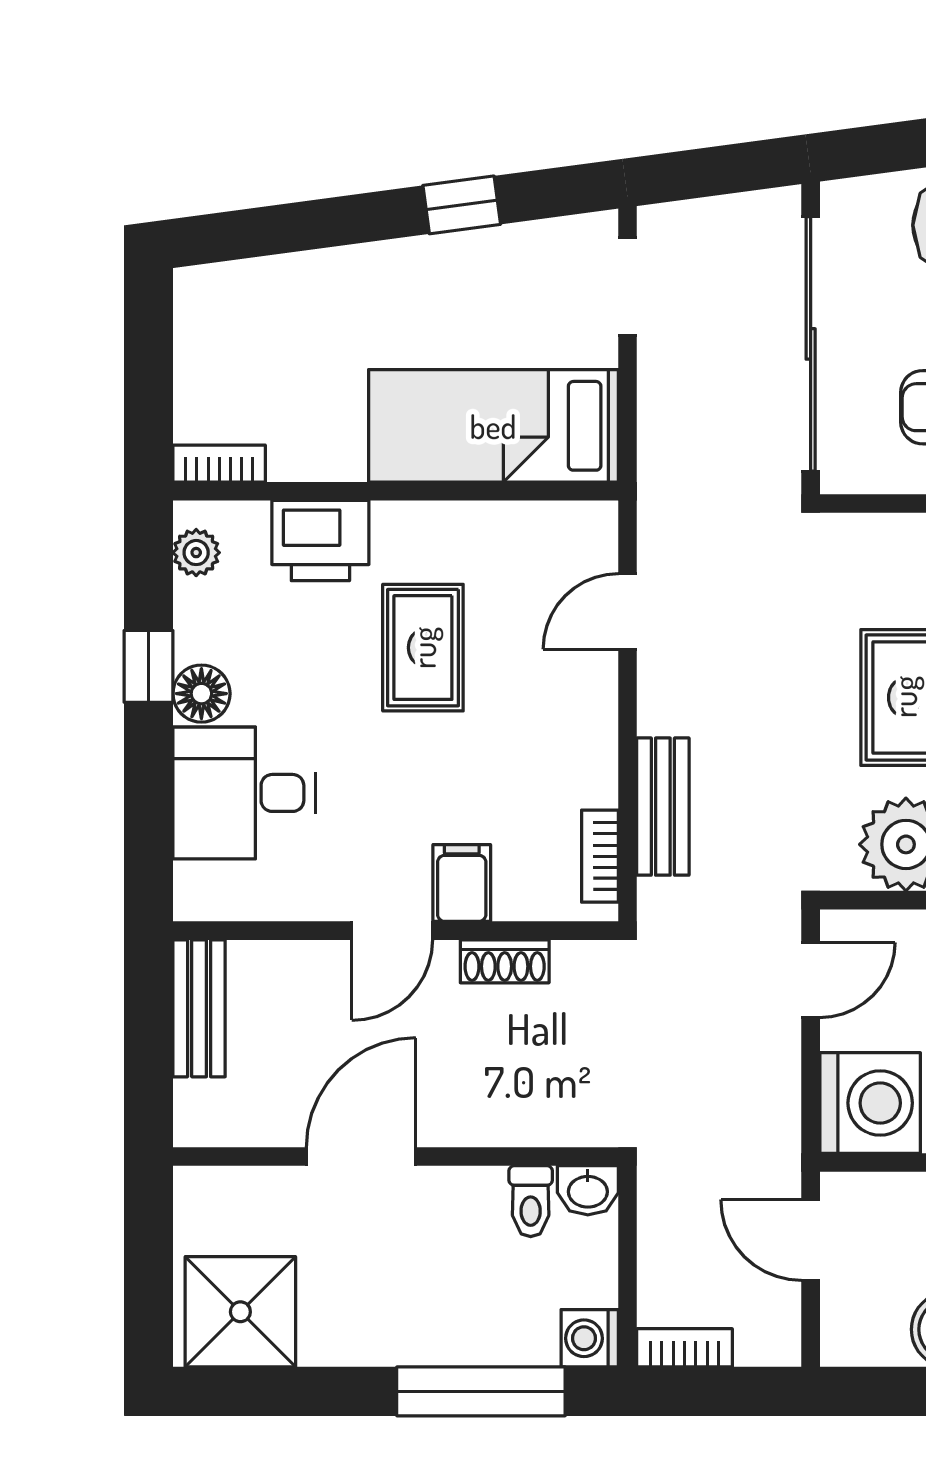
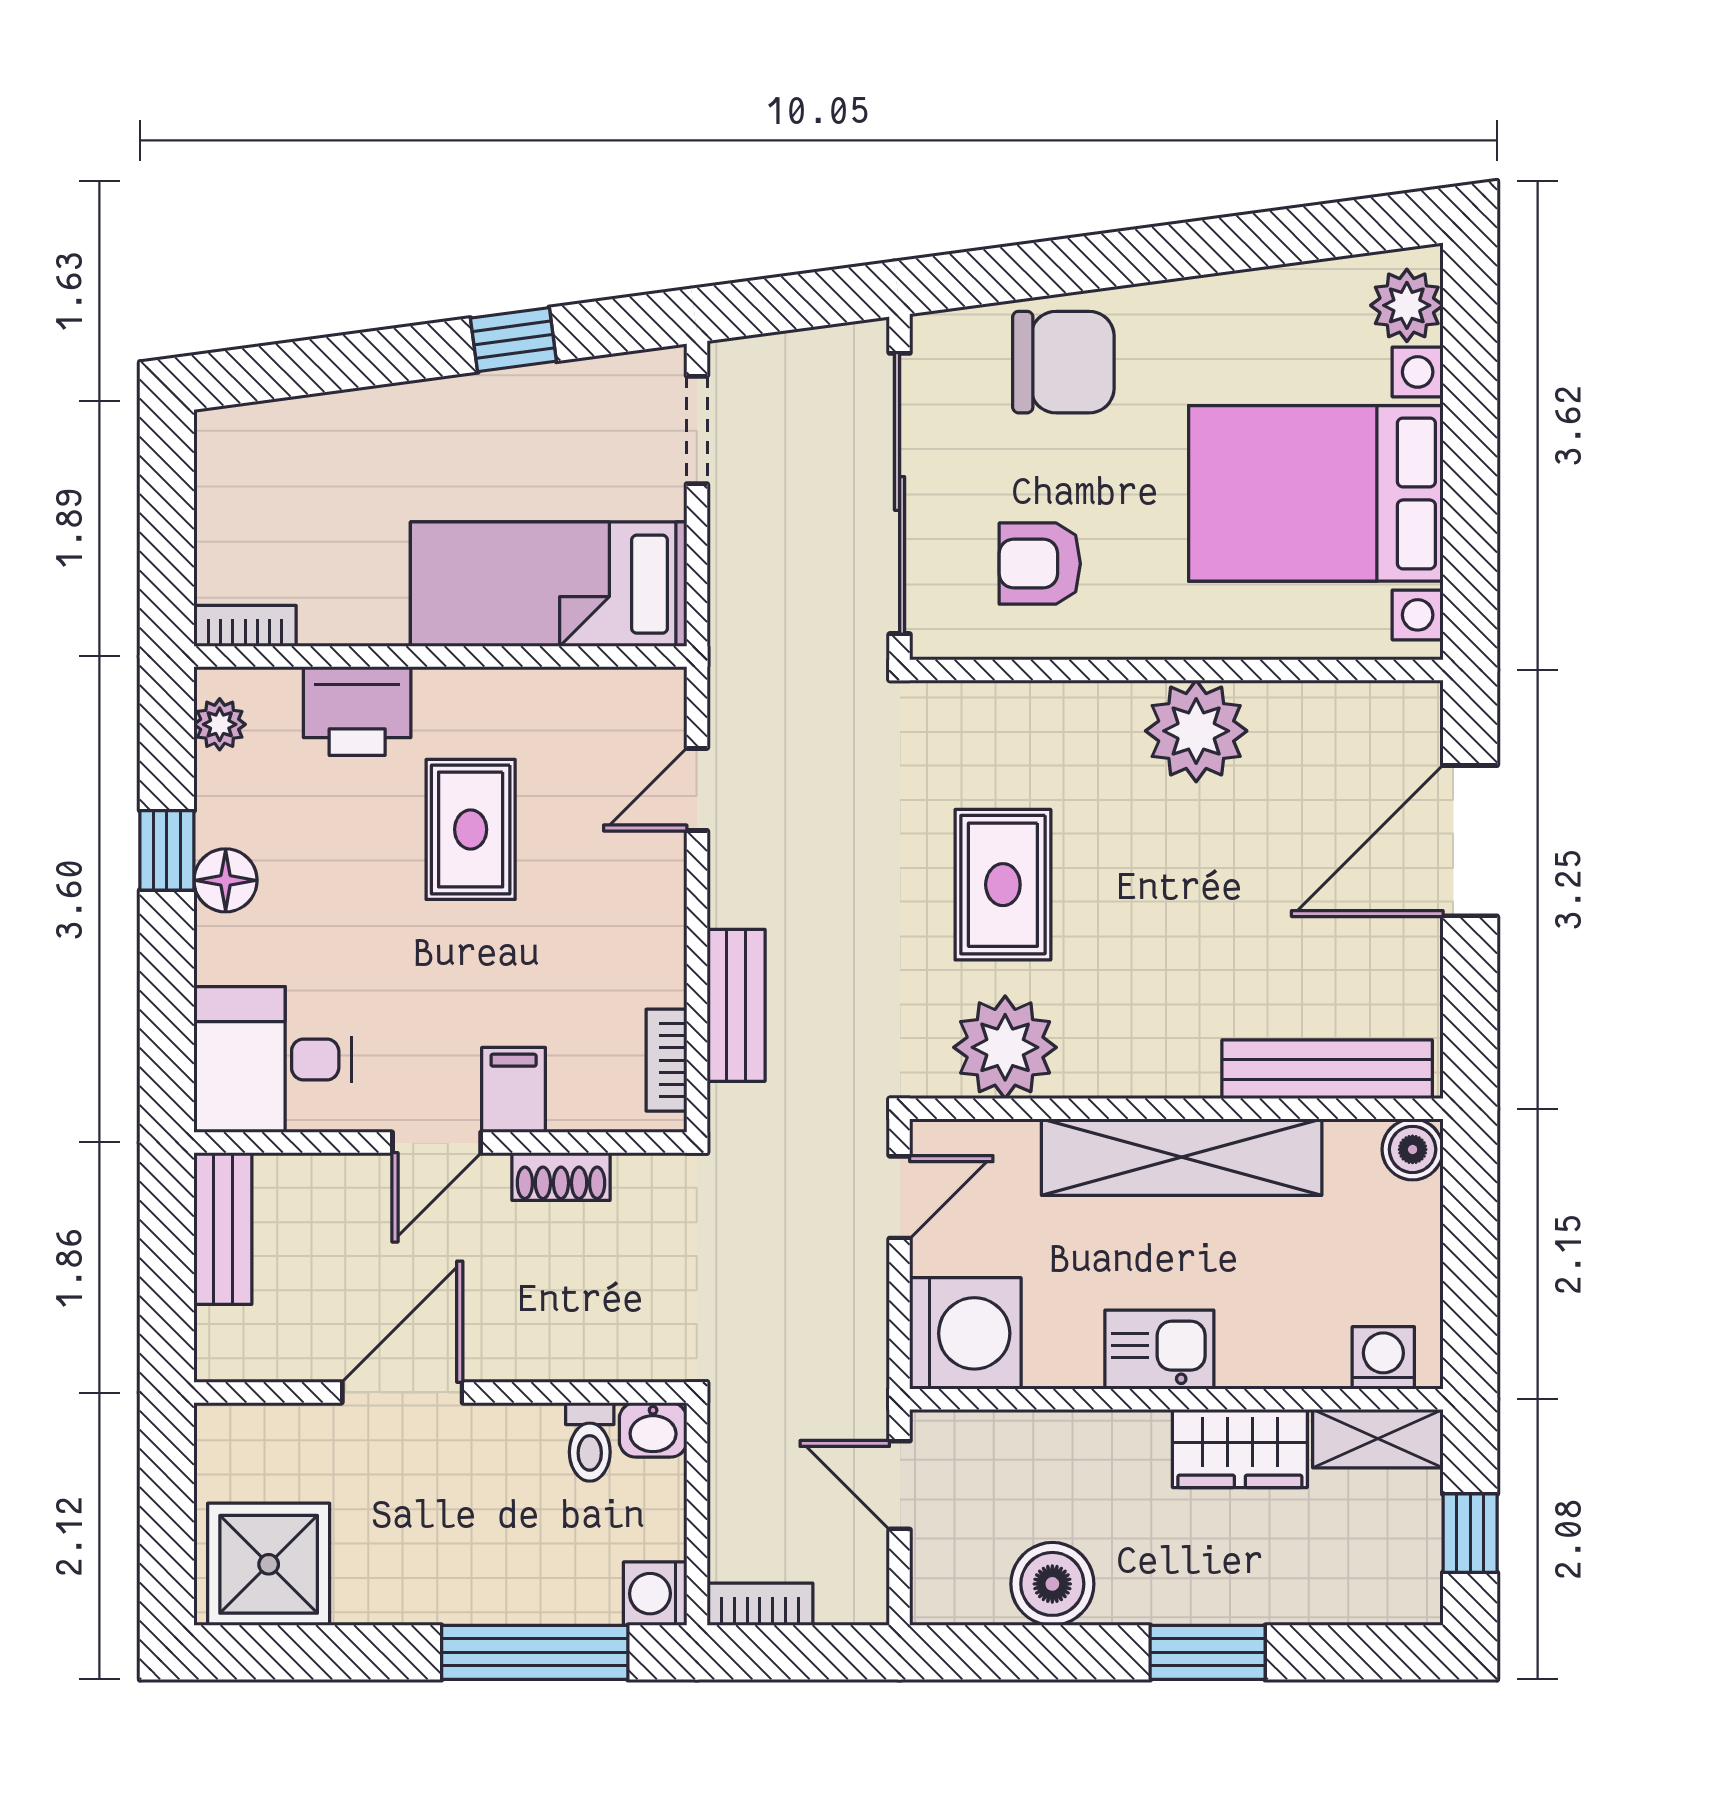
desk: (244, 793) -> (273, 1060), moved

